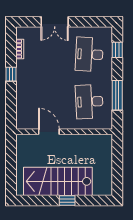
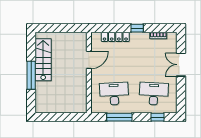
locker: (21, 100) -> (115, 37), added
stairs: (58, 181) -> (43, 60), width x0.73, depth x0.66
window: (67, 200) -> (31, 75), width x2.17

